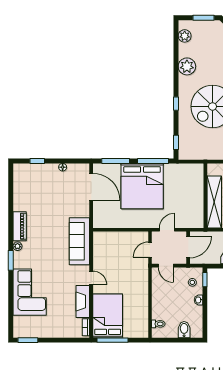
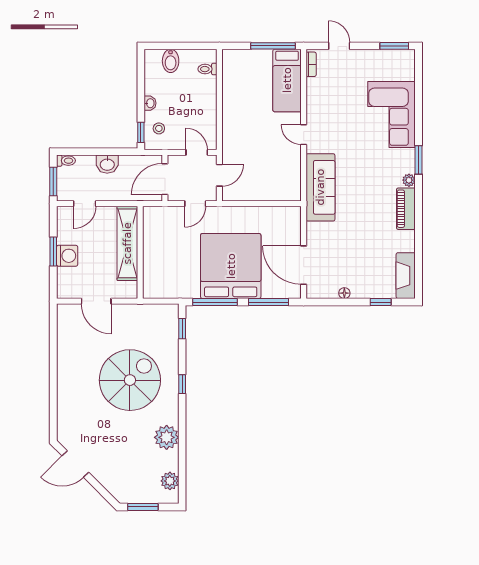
fireplace: (83, 301) -> (406, 276), moved, turned 180
bed: (108, 316) -> (287, 80), width x0.67
door: (66, 340) -> (339, 46), added

